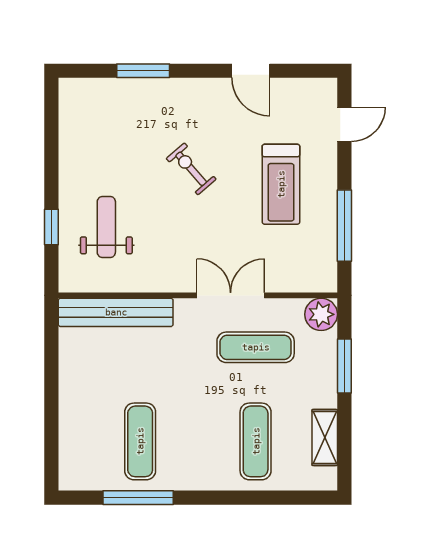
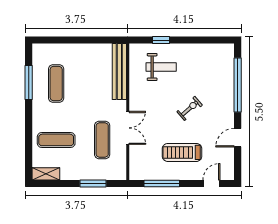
window: (143, 71) -> (238, 85), width x2.11
door: (344, 124) -> (211, 183), swing flipped
plant: (321, 314) -> (118, 172), removed
shelving: (325, 437) -> (46, 174), moved
exercise mat: (140, 441) -> (56, 84), turned 90

